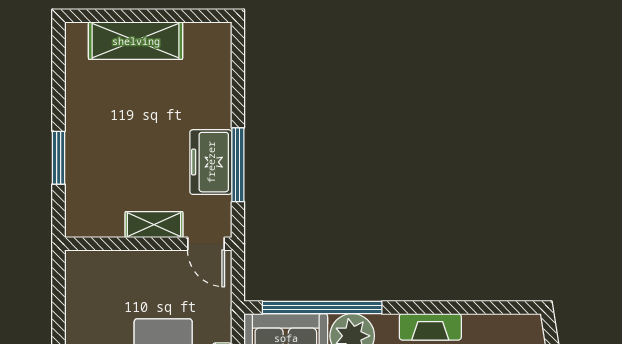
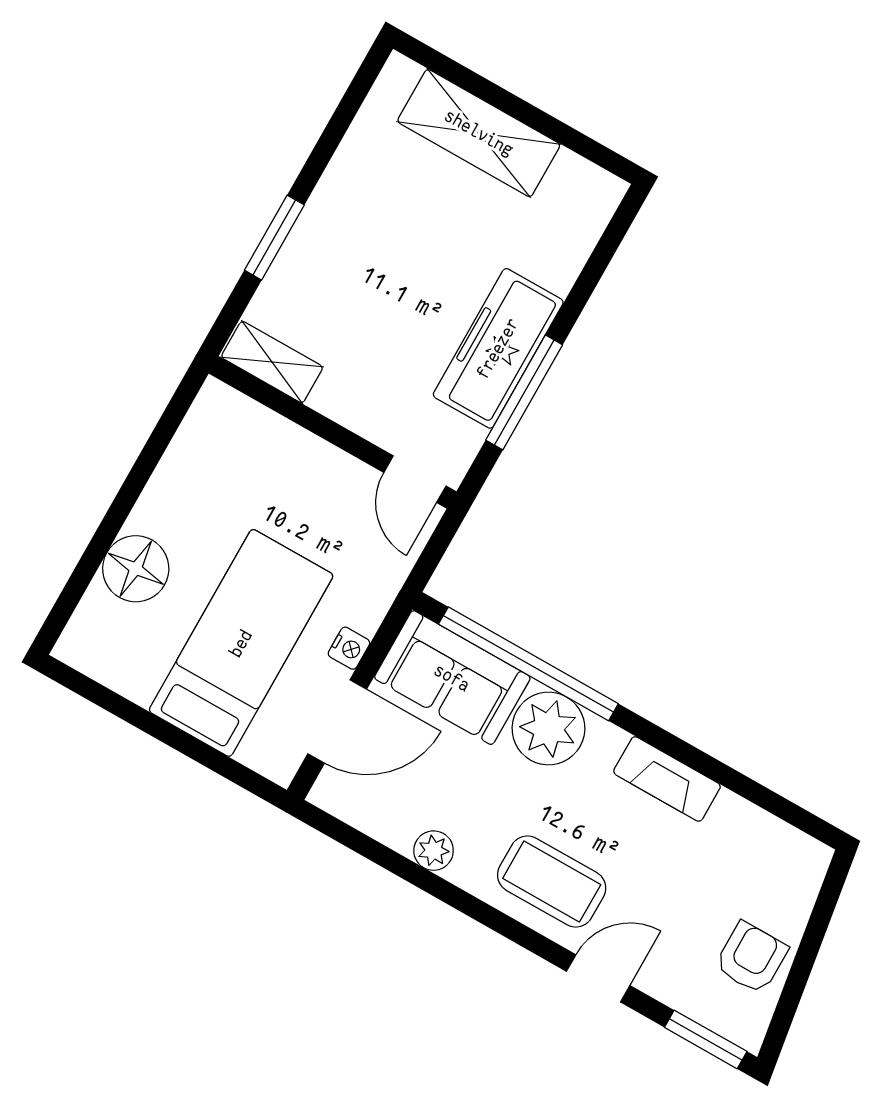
freezer: (211, 162) -> (498, 348), width x1.40
shelving: (154, 225) -> (272, 362), moved

